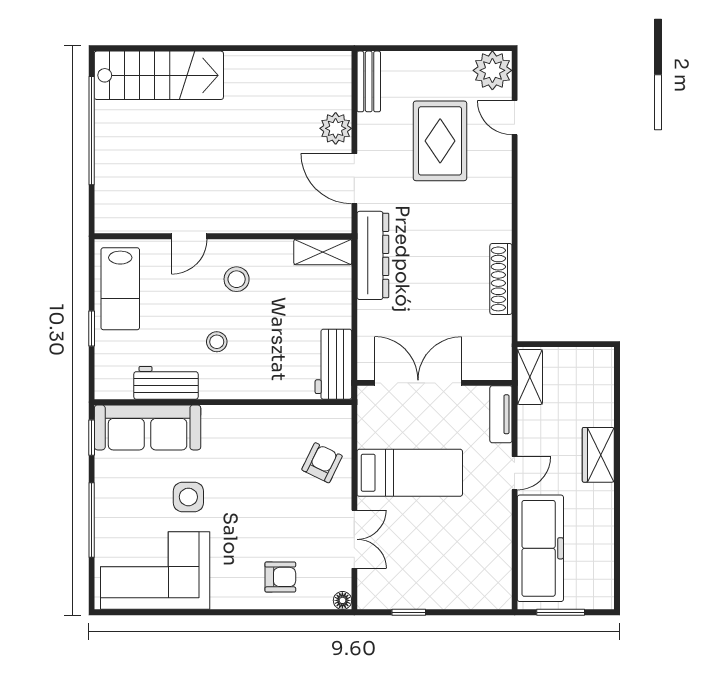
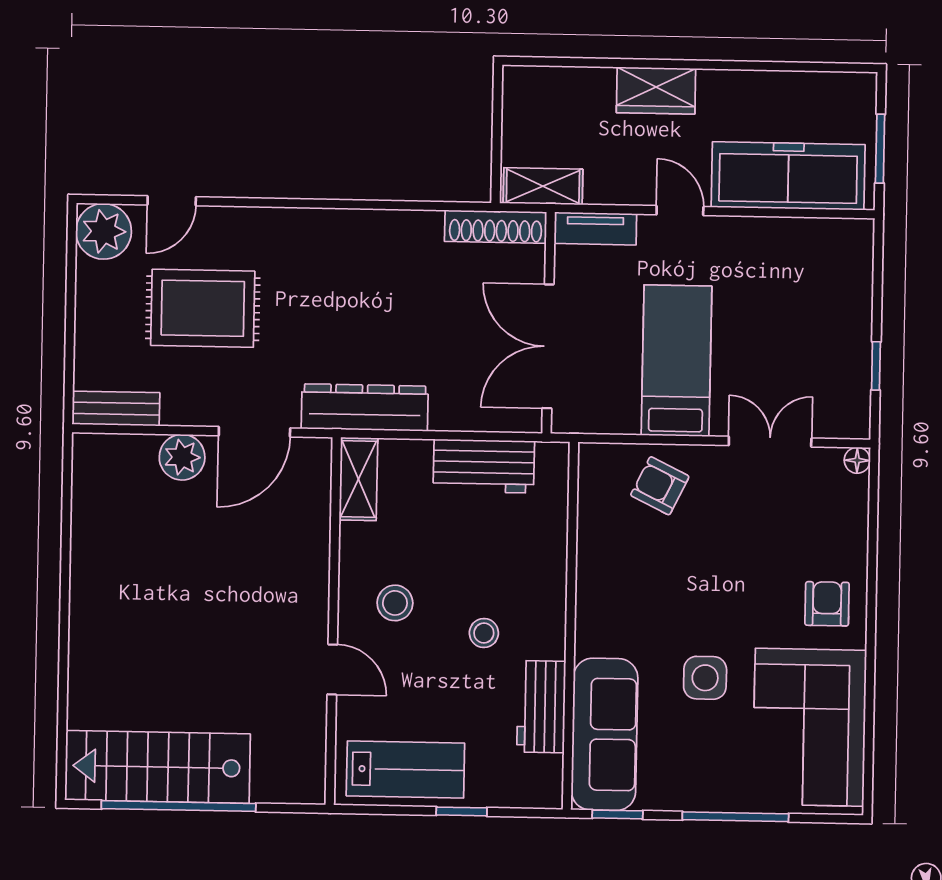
stairs: (159, 75) -> (158, 767), moved, turned -90
shoe rack: (501, 279) -> (496, 227), moved
workbench: (333, 364) -> (484, 466), moved
armchair: (280, 577) -> (827, 604), moved

